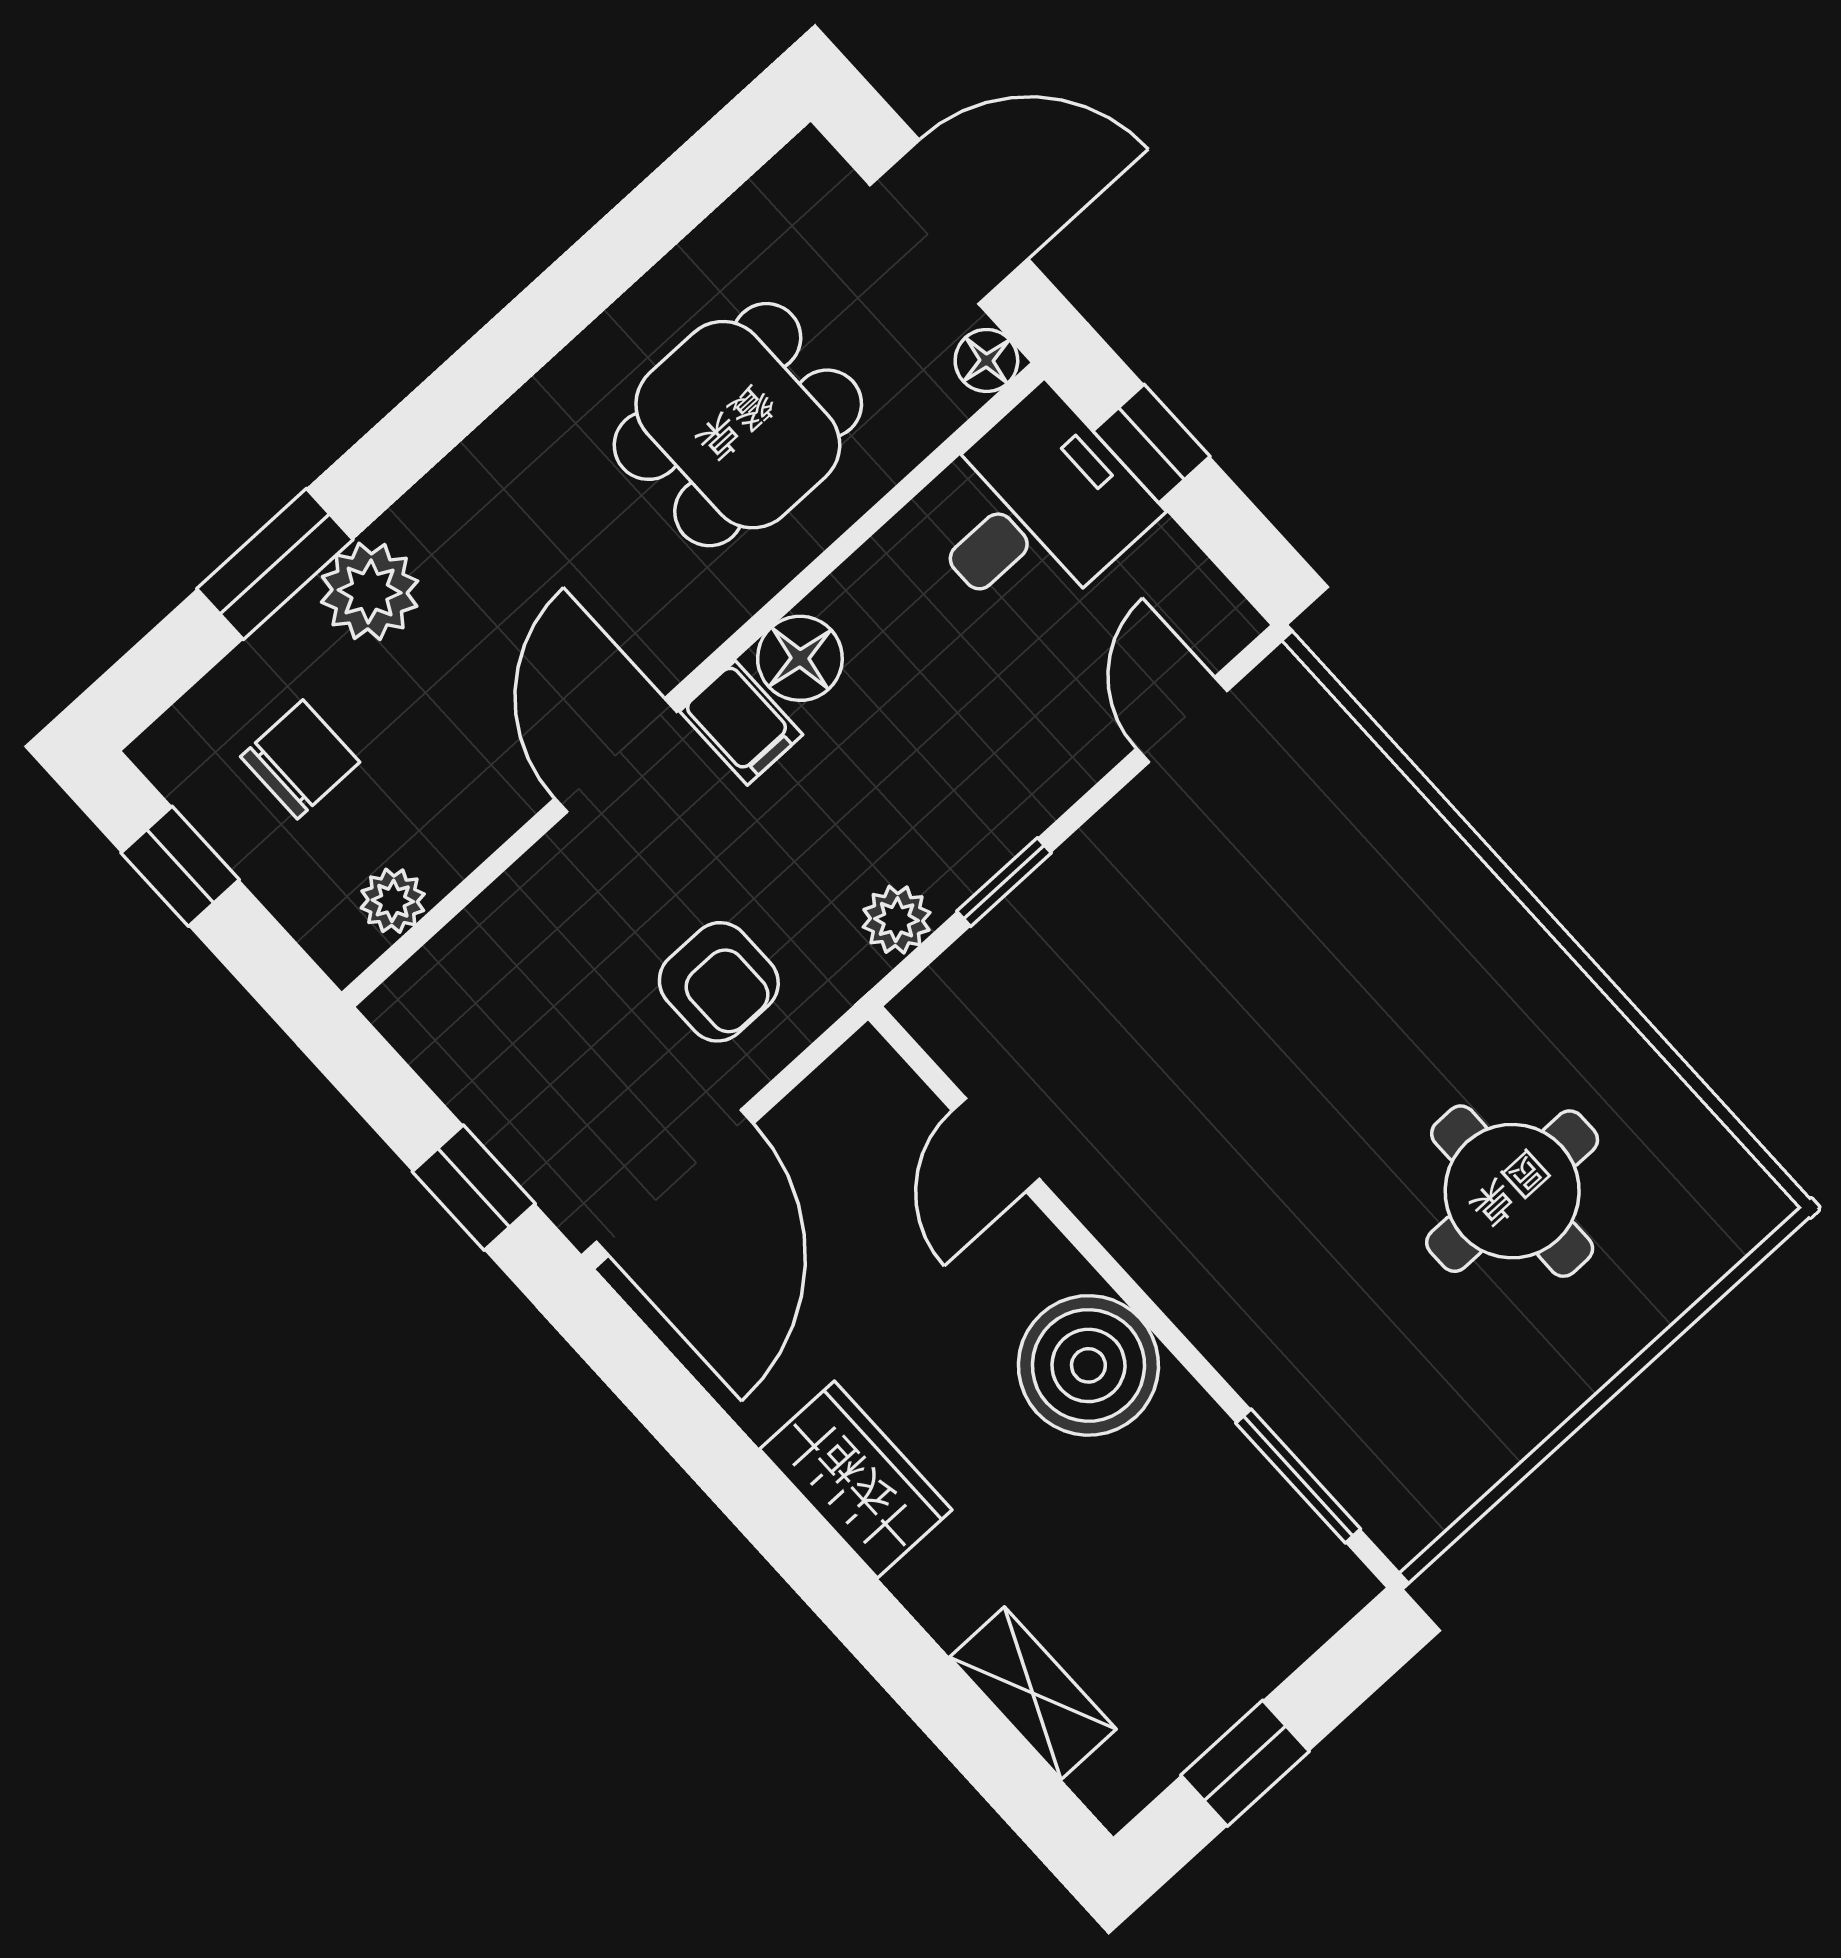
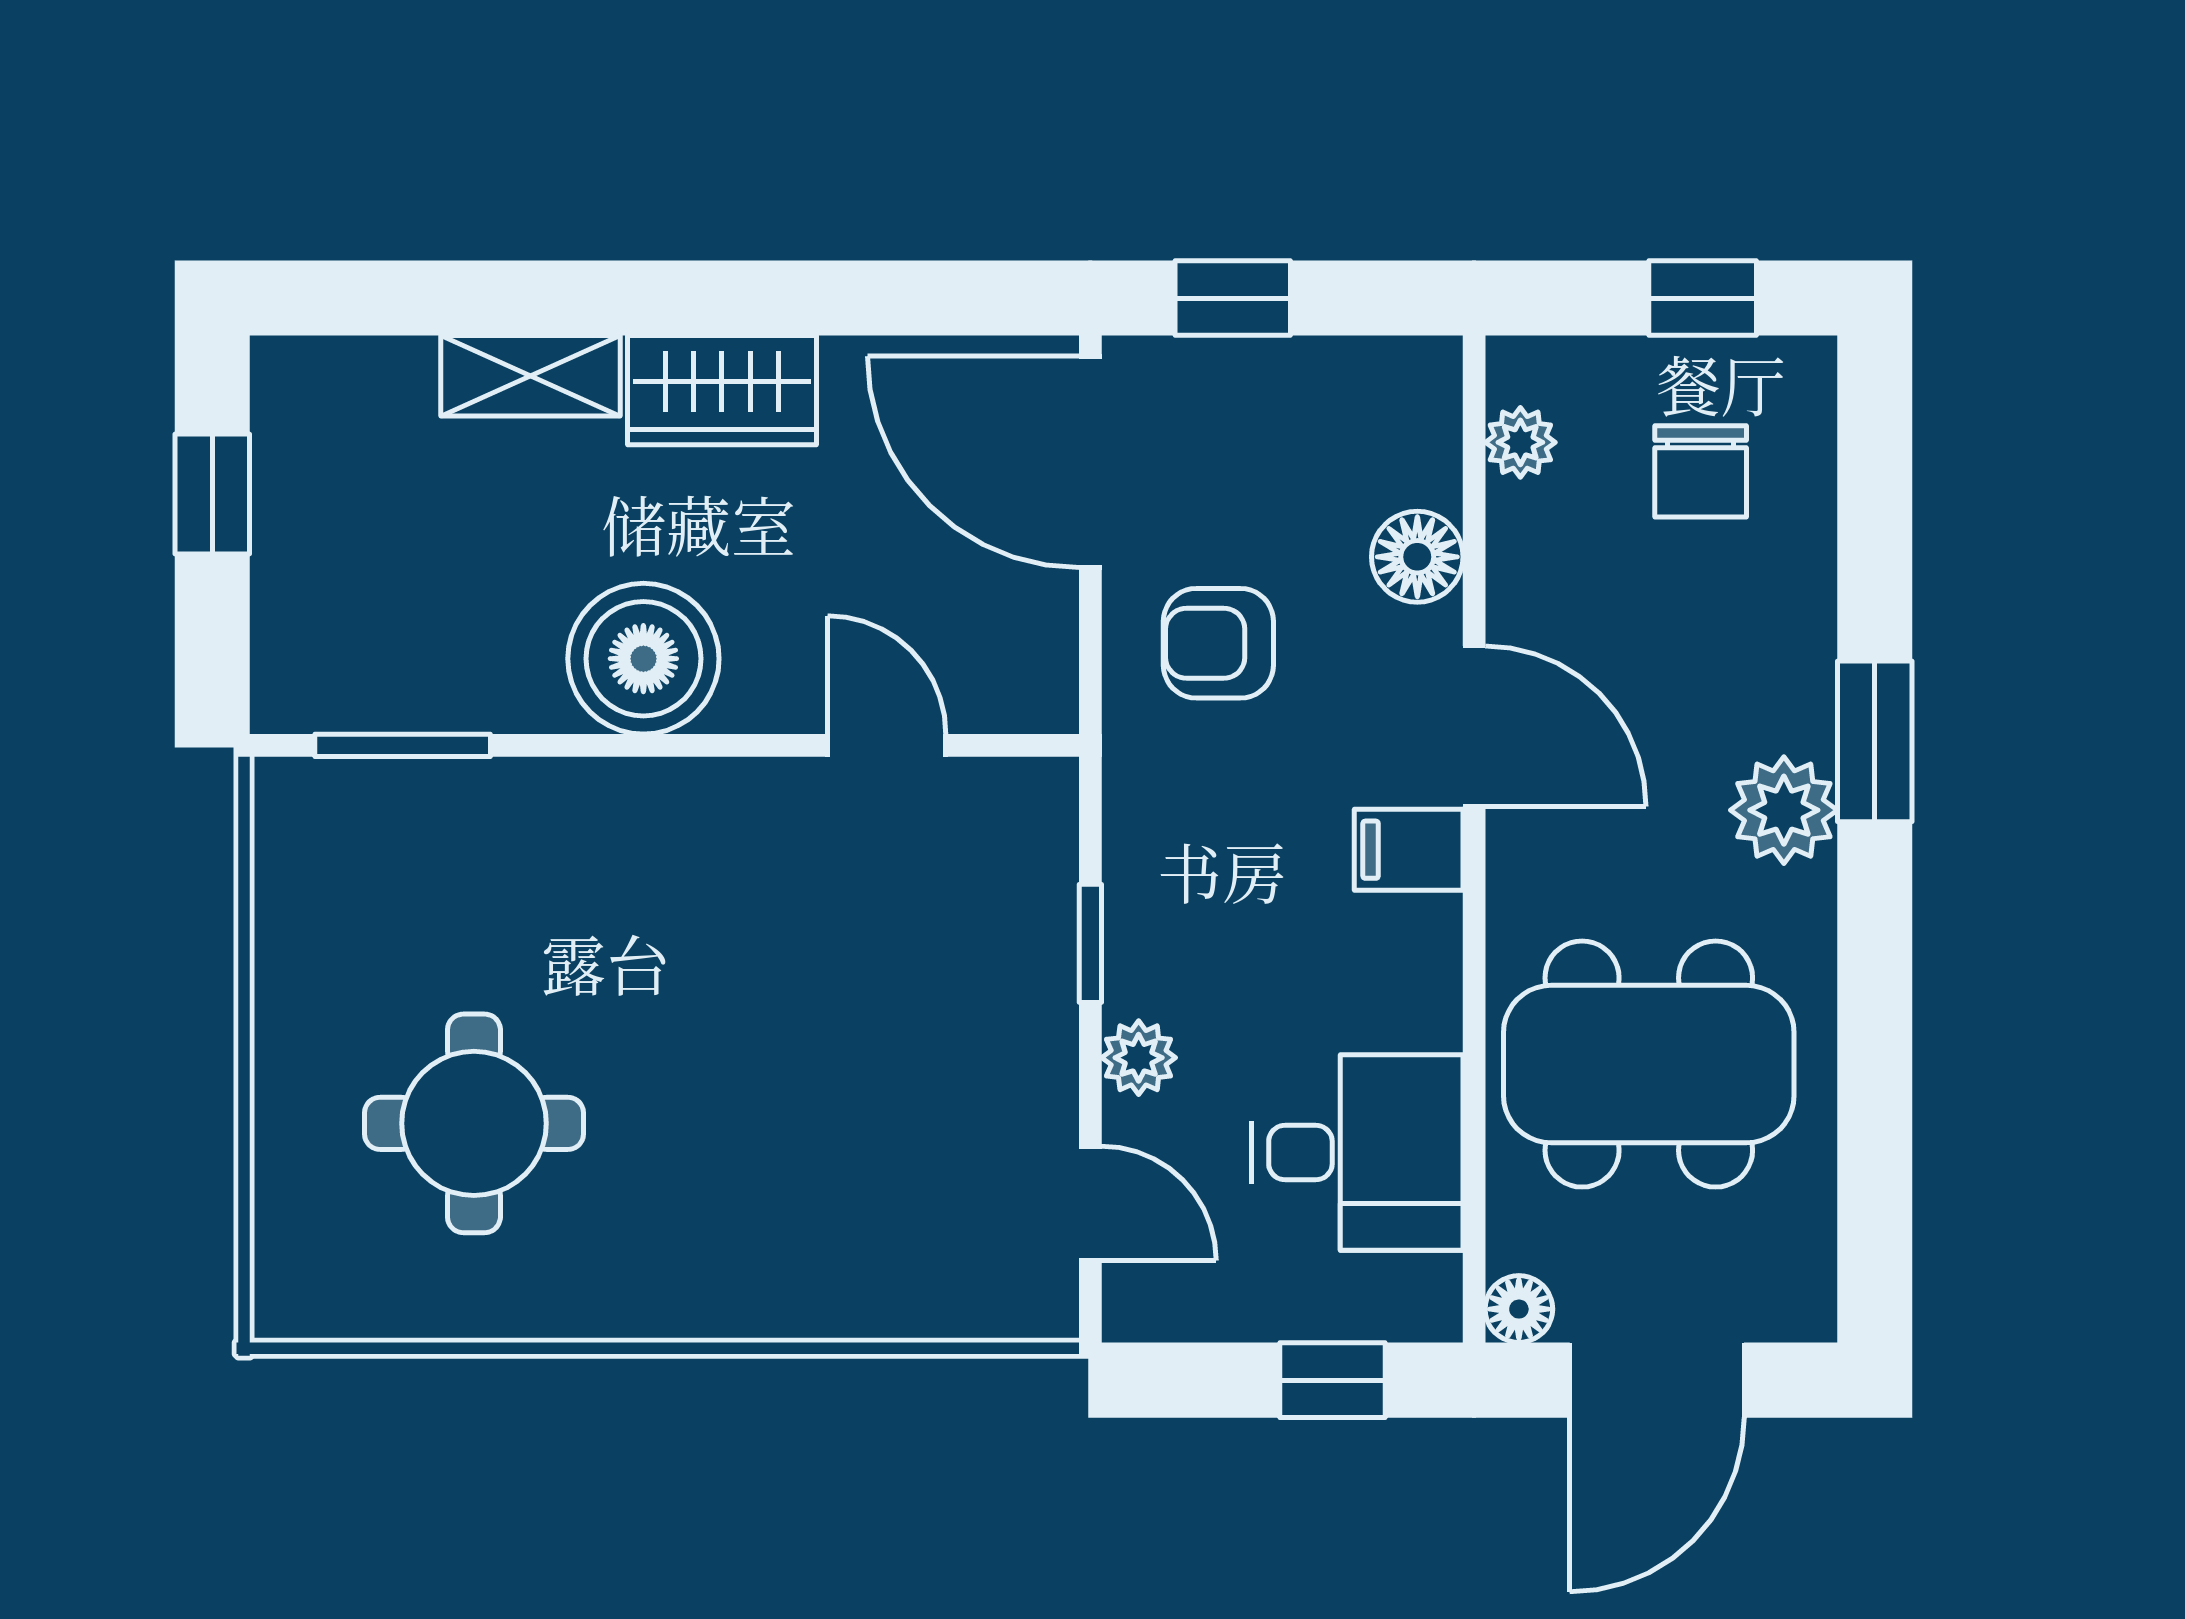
dining table: (738, 425) -> (1649, 1064), width x1.38
desk: (1033, 511) -> (1357, 1153), moved, turned -90
window: (275, 564) -> (1875, 741), moved
plant: (370, 591) -> (1784, 810), moved
floor lamp: (800, 658) -> (1417, 557), moved
plant: (897, 920) -> (1139, 1058), moved
shelving: (1033, 1693) -> (530, 376), moved

